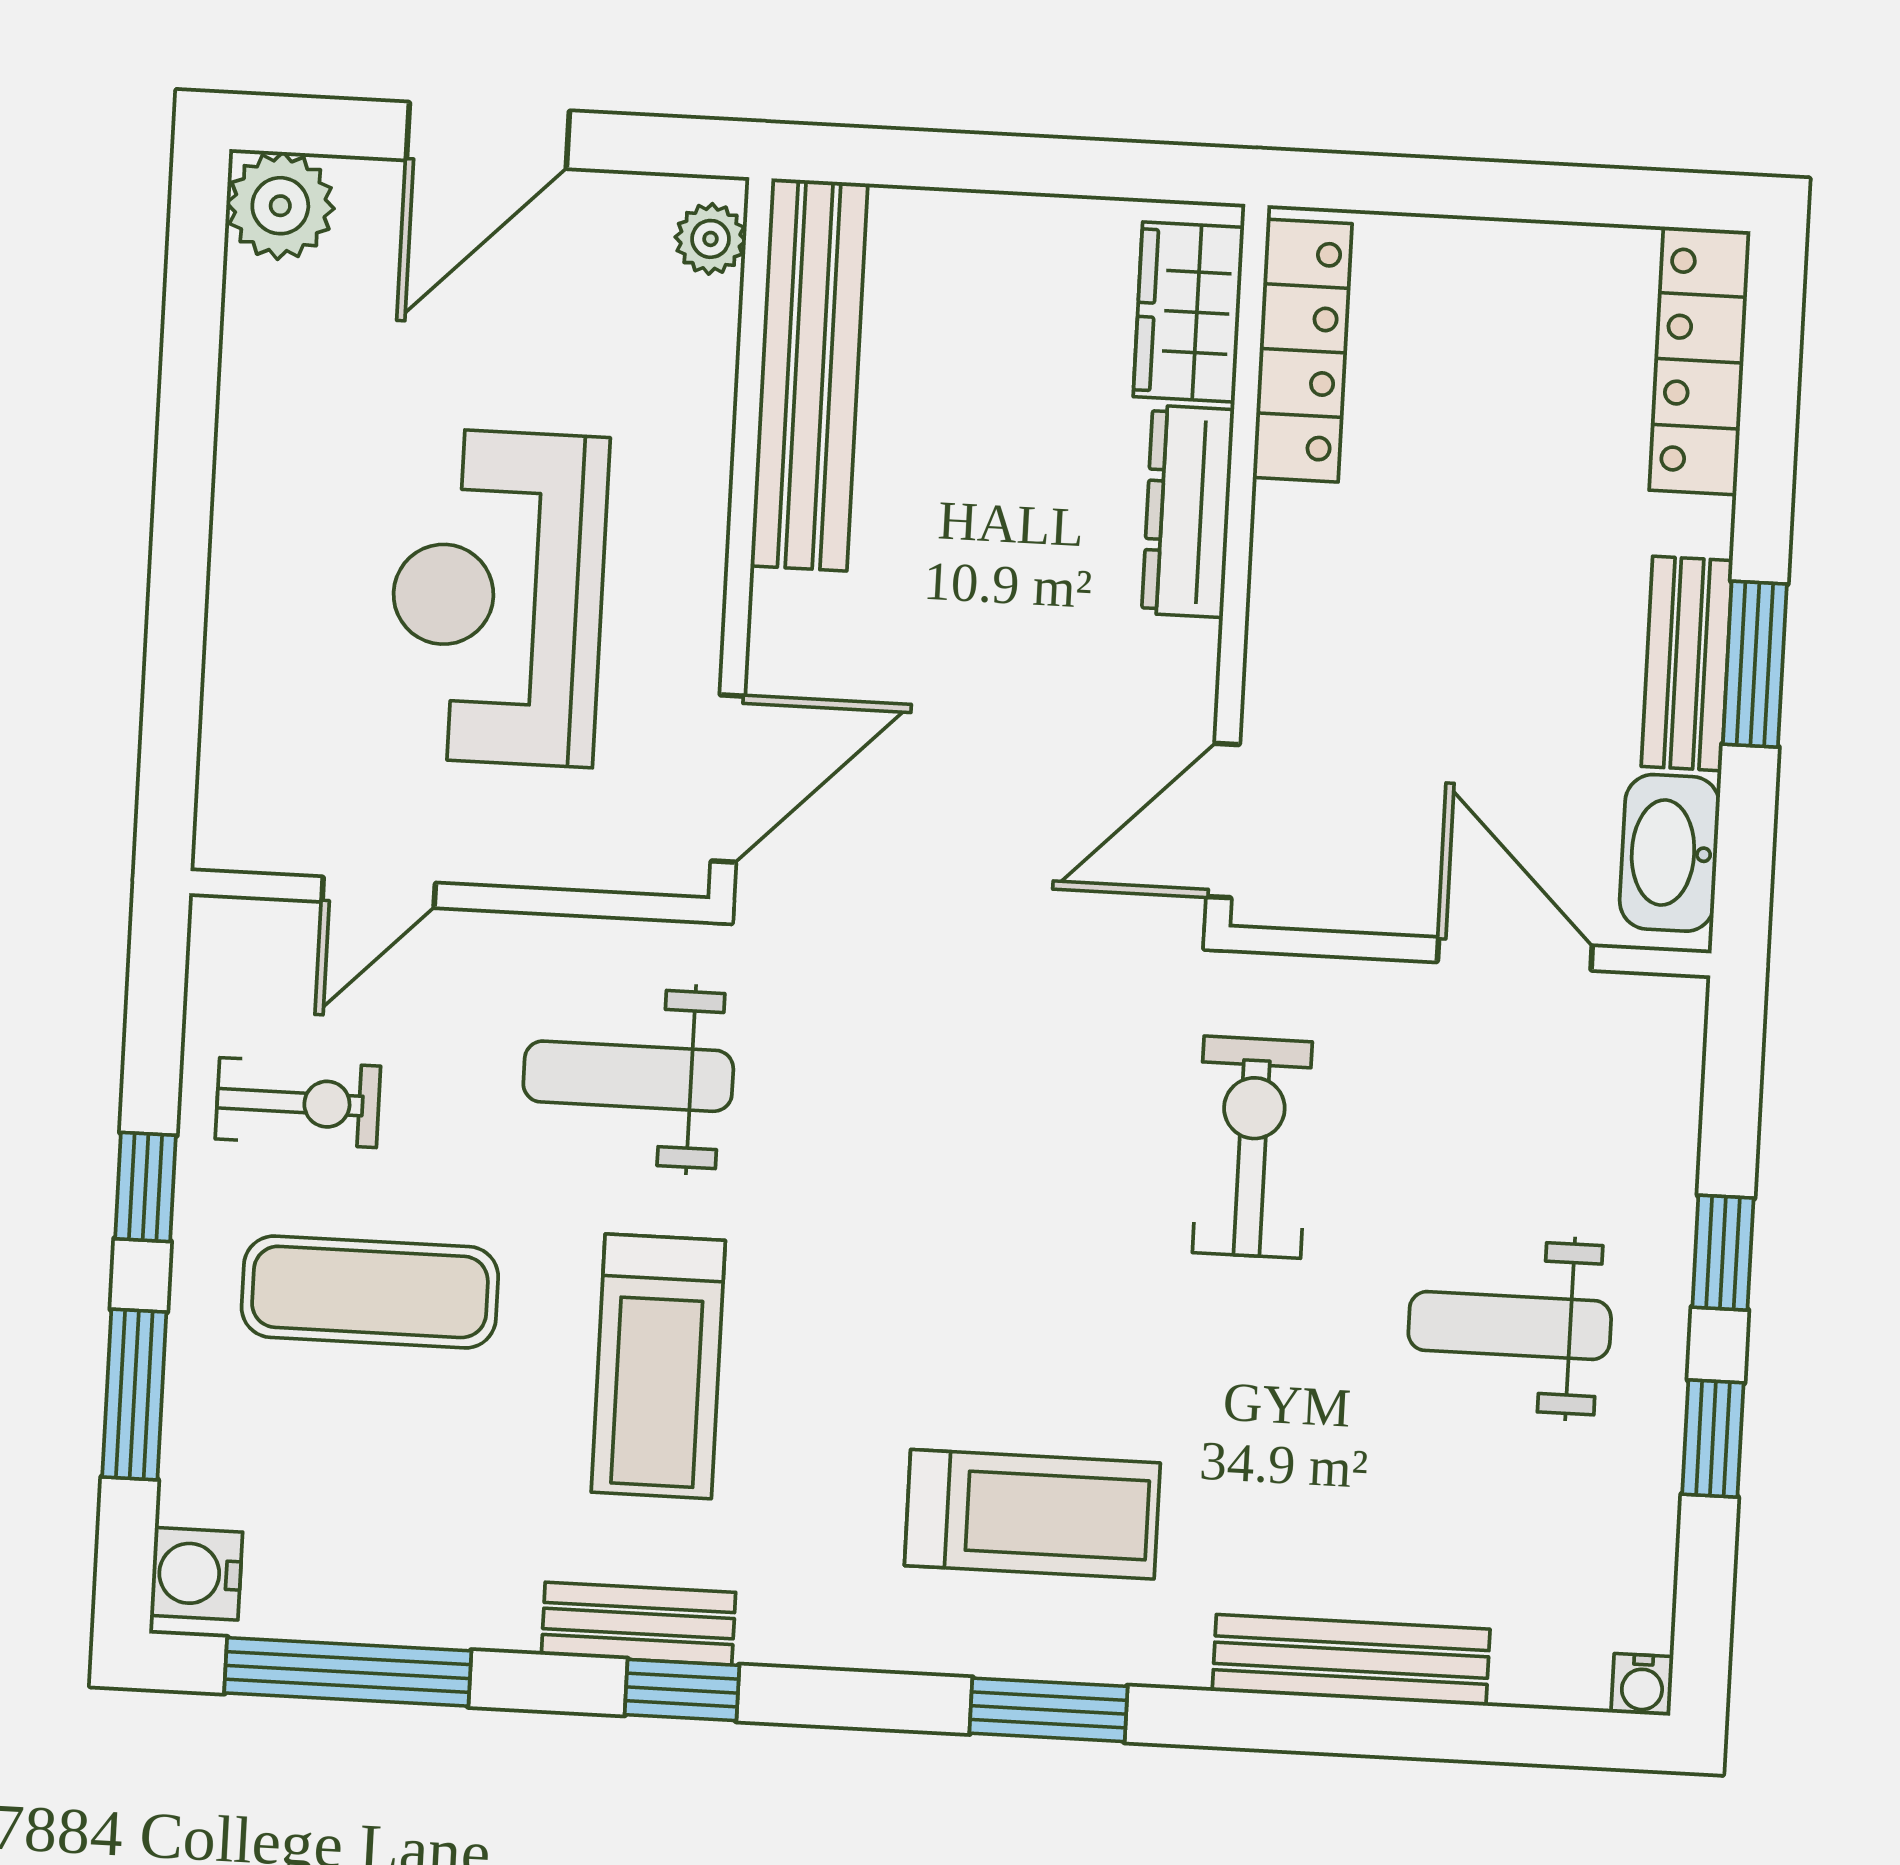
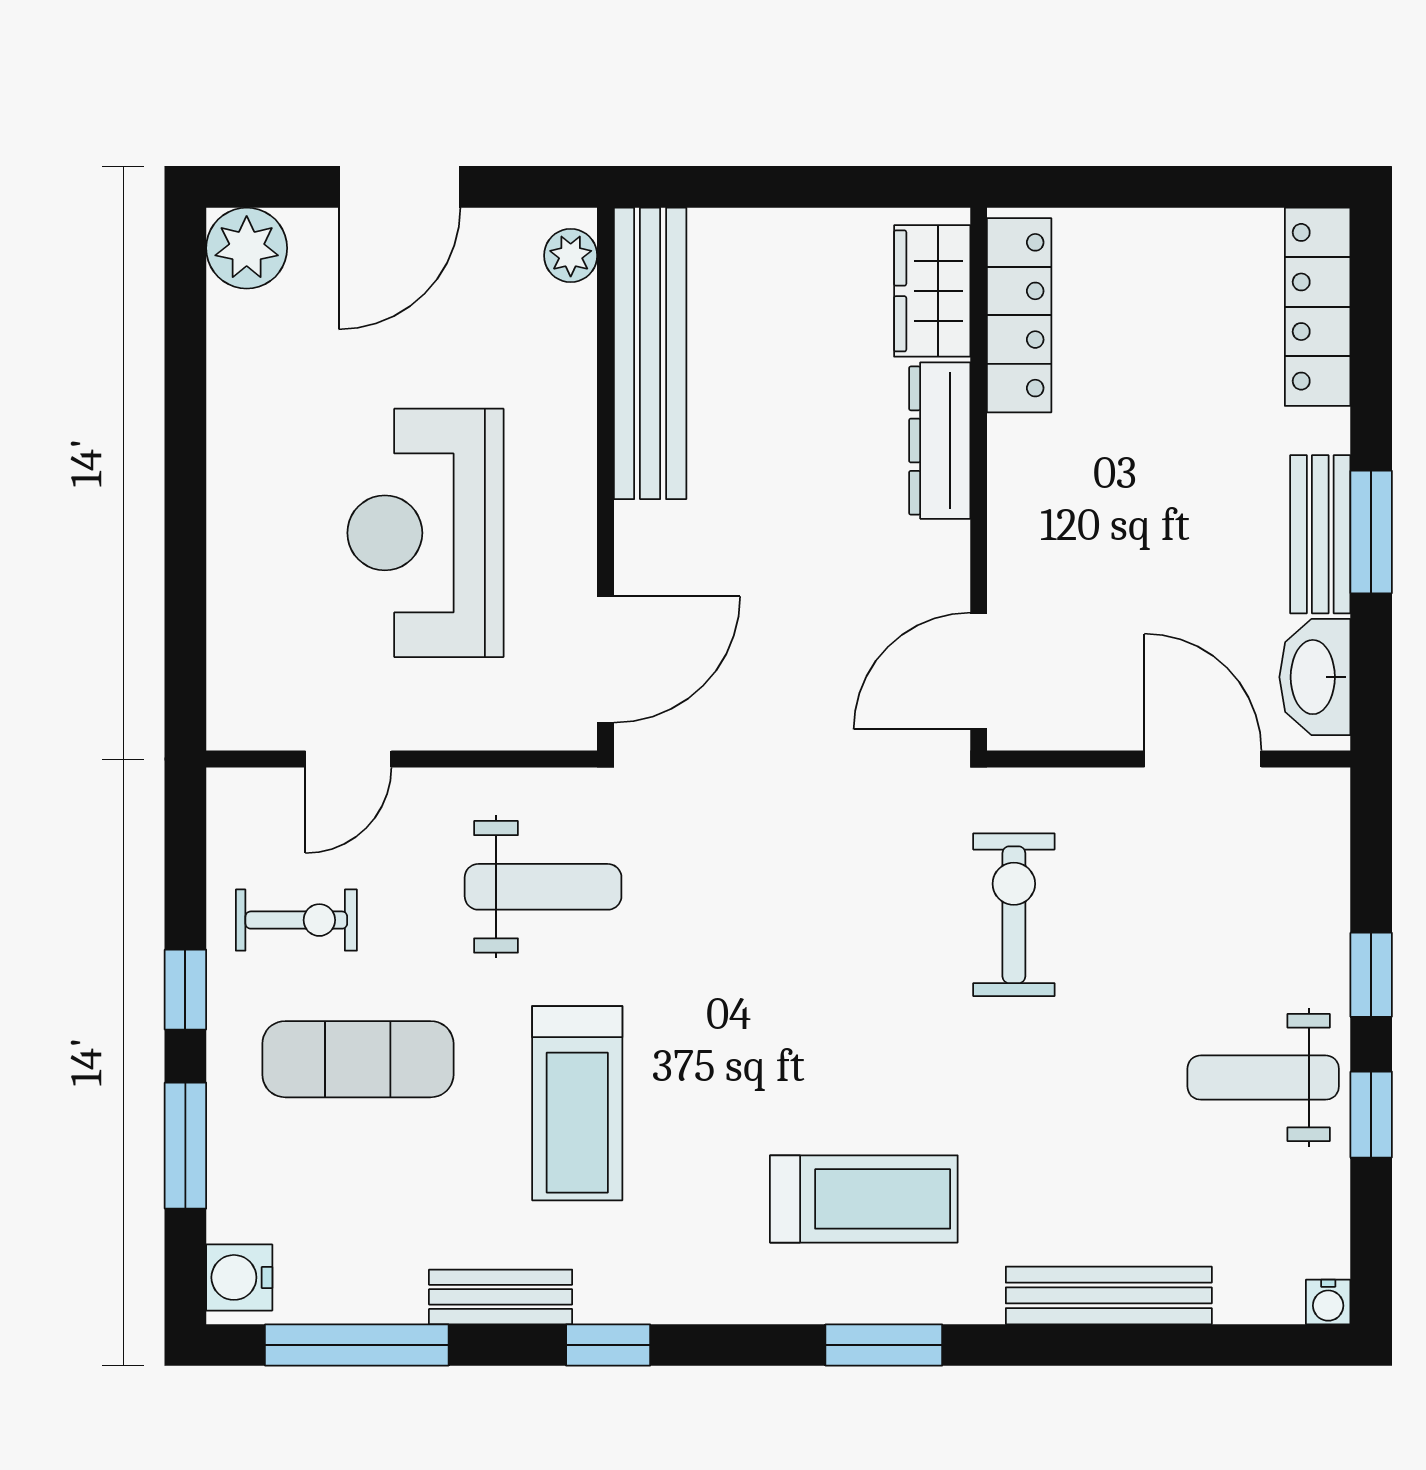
weight bench: (628, 1076) -> (543, 887), turned 180
weight bench: (1510, 1326) -> (1263, 1078), moved
bench: (638, 1624) -> (501, 1297), moved

